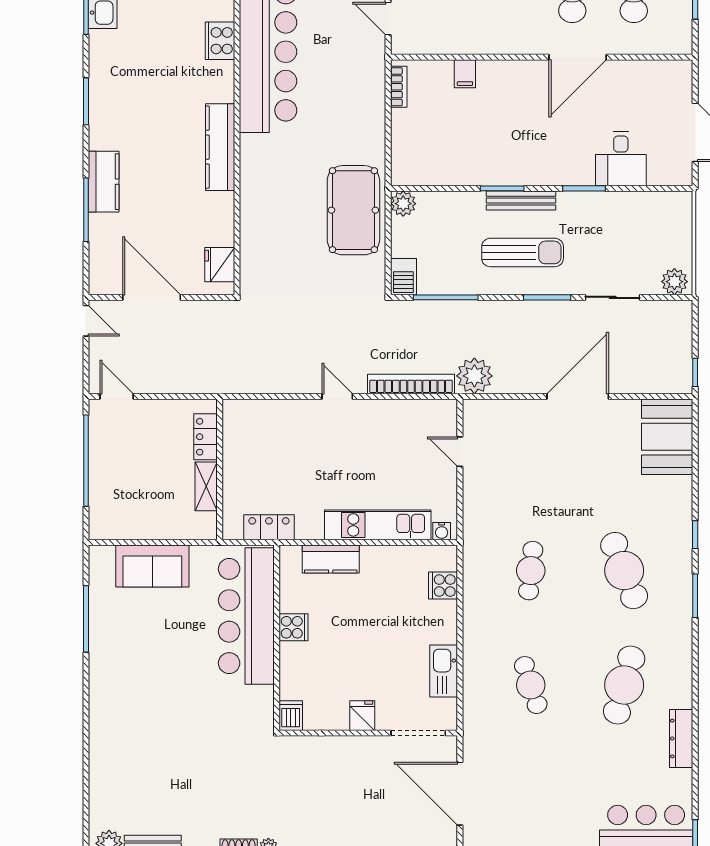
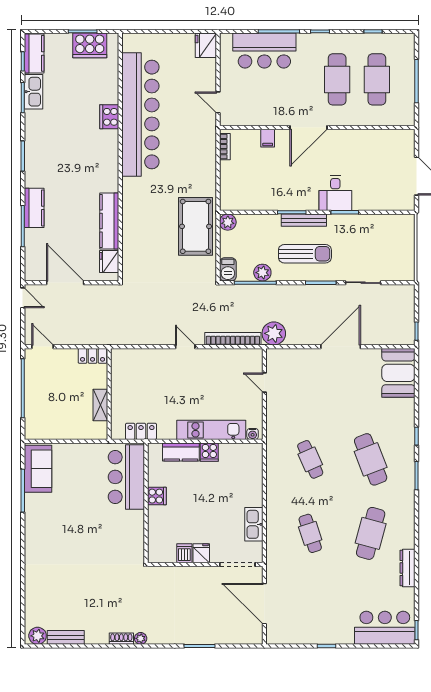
door: (578, 57) -> (308, 127), moved
kitchen counter: (220, 147) -> (109, 221), moved
desk: (621, 159) -> (335, 193), moved
plant: (674, 282) -> (262, 273), moved
locker: (206, 437) -> (93, 356), moved, turned -90
sofa: (152, 566) -> (38, 469), moved, turned -90
cafe table: (531, 571) -> (310, 459), turned -30
cooker: (443, 586) -> (209, 452), moved, turned -90
bar counter: (246, 616) -> (126, 477), width x0.73
dishwasher: (291, 716) -> (184, 553), moved

